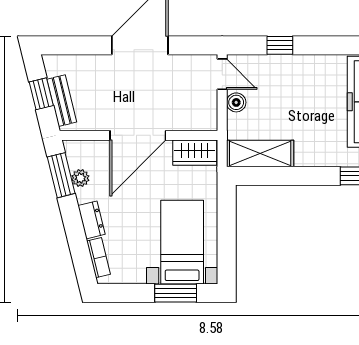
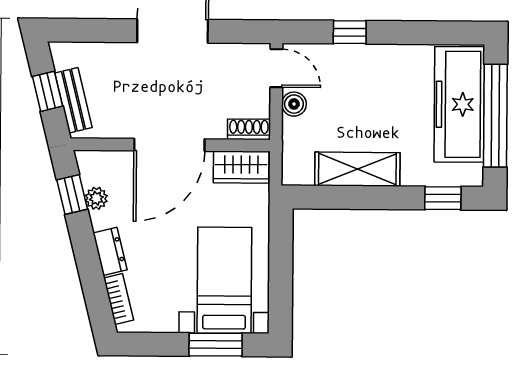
shoe rack: (201, 123) -> (249, 129), added
shelving: (260, 154) -> (357, 169), moved
window: (61, 175) -> (72, 194), width x0.67

